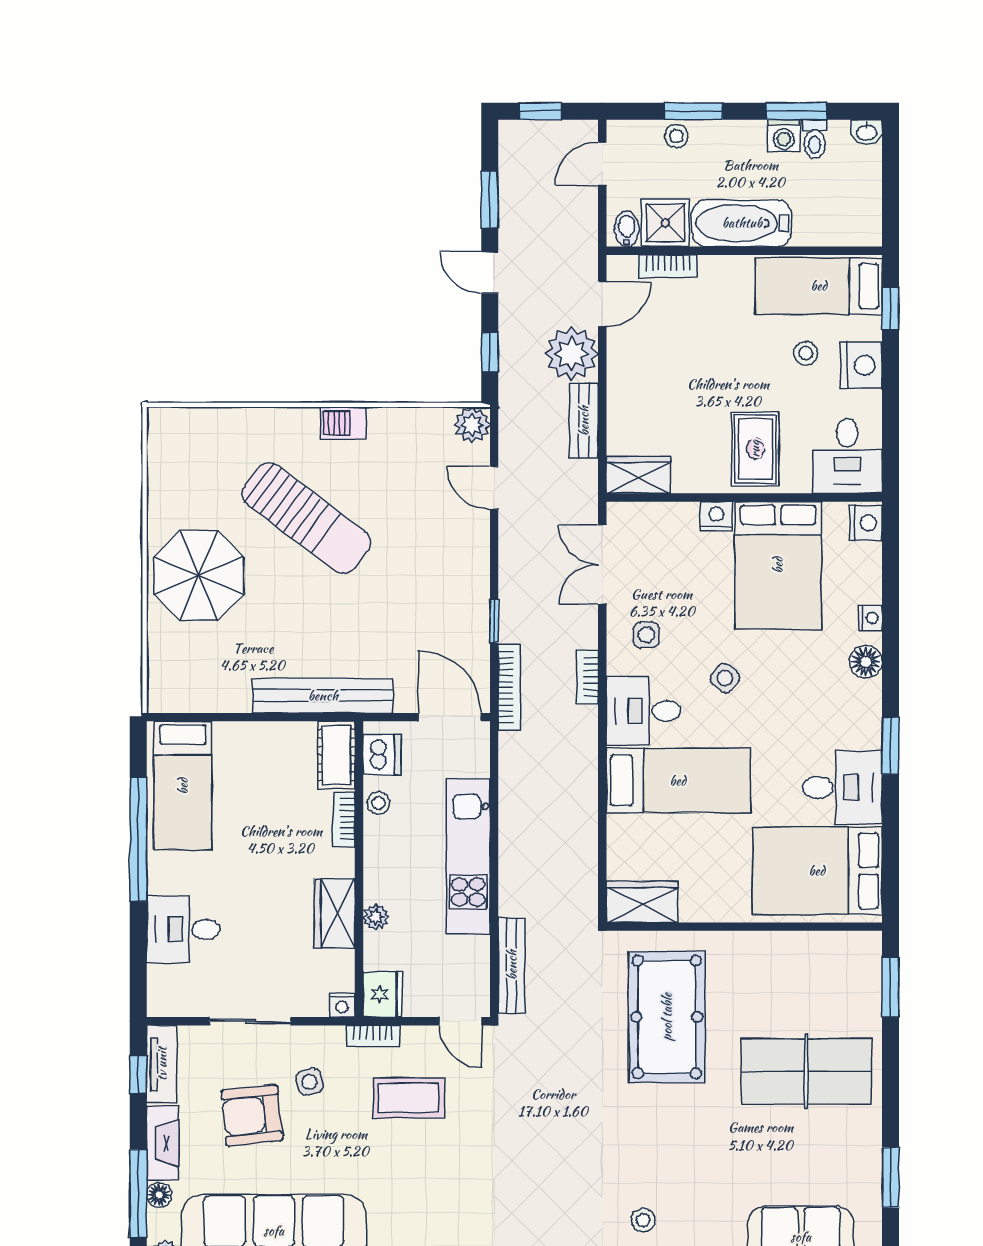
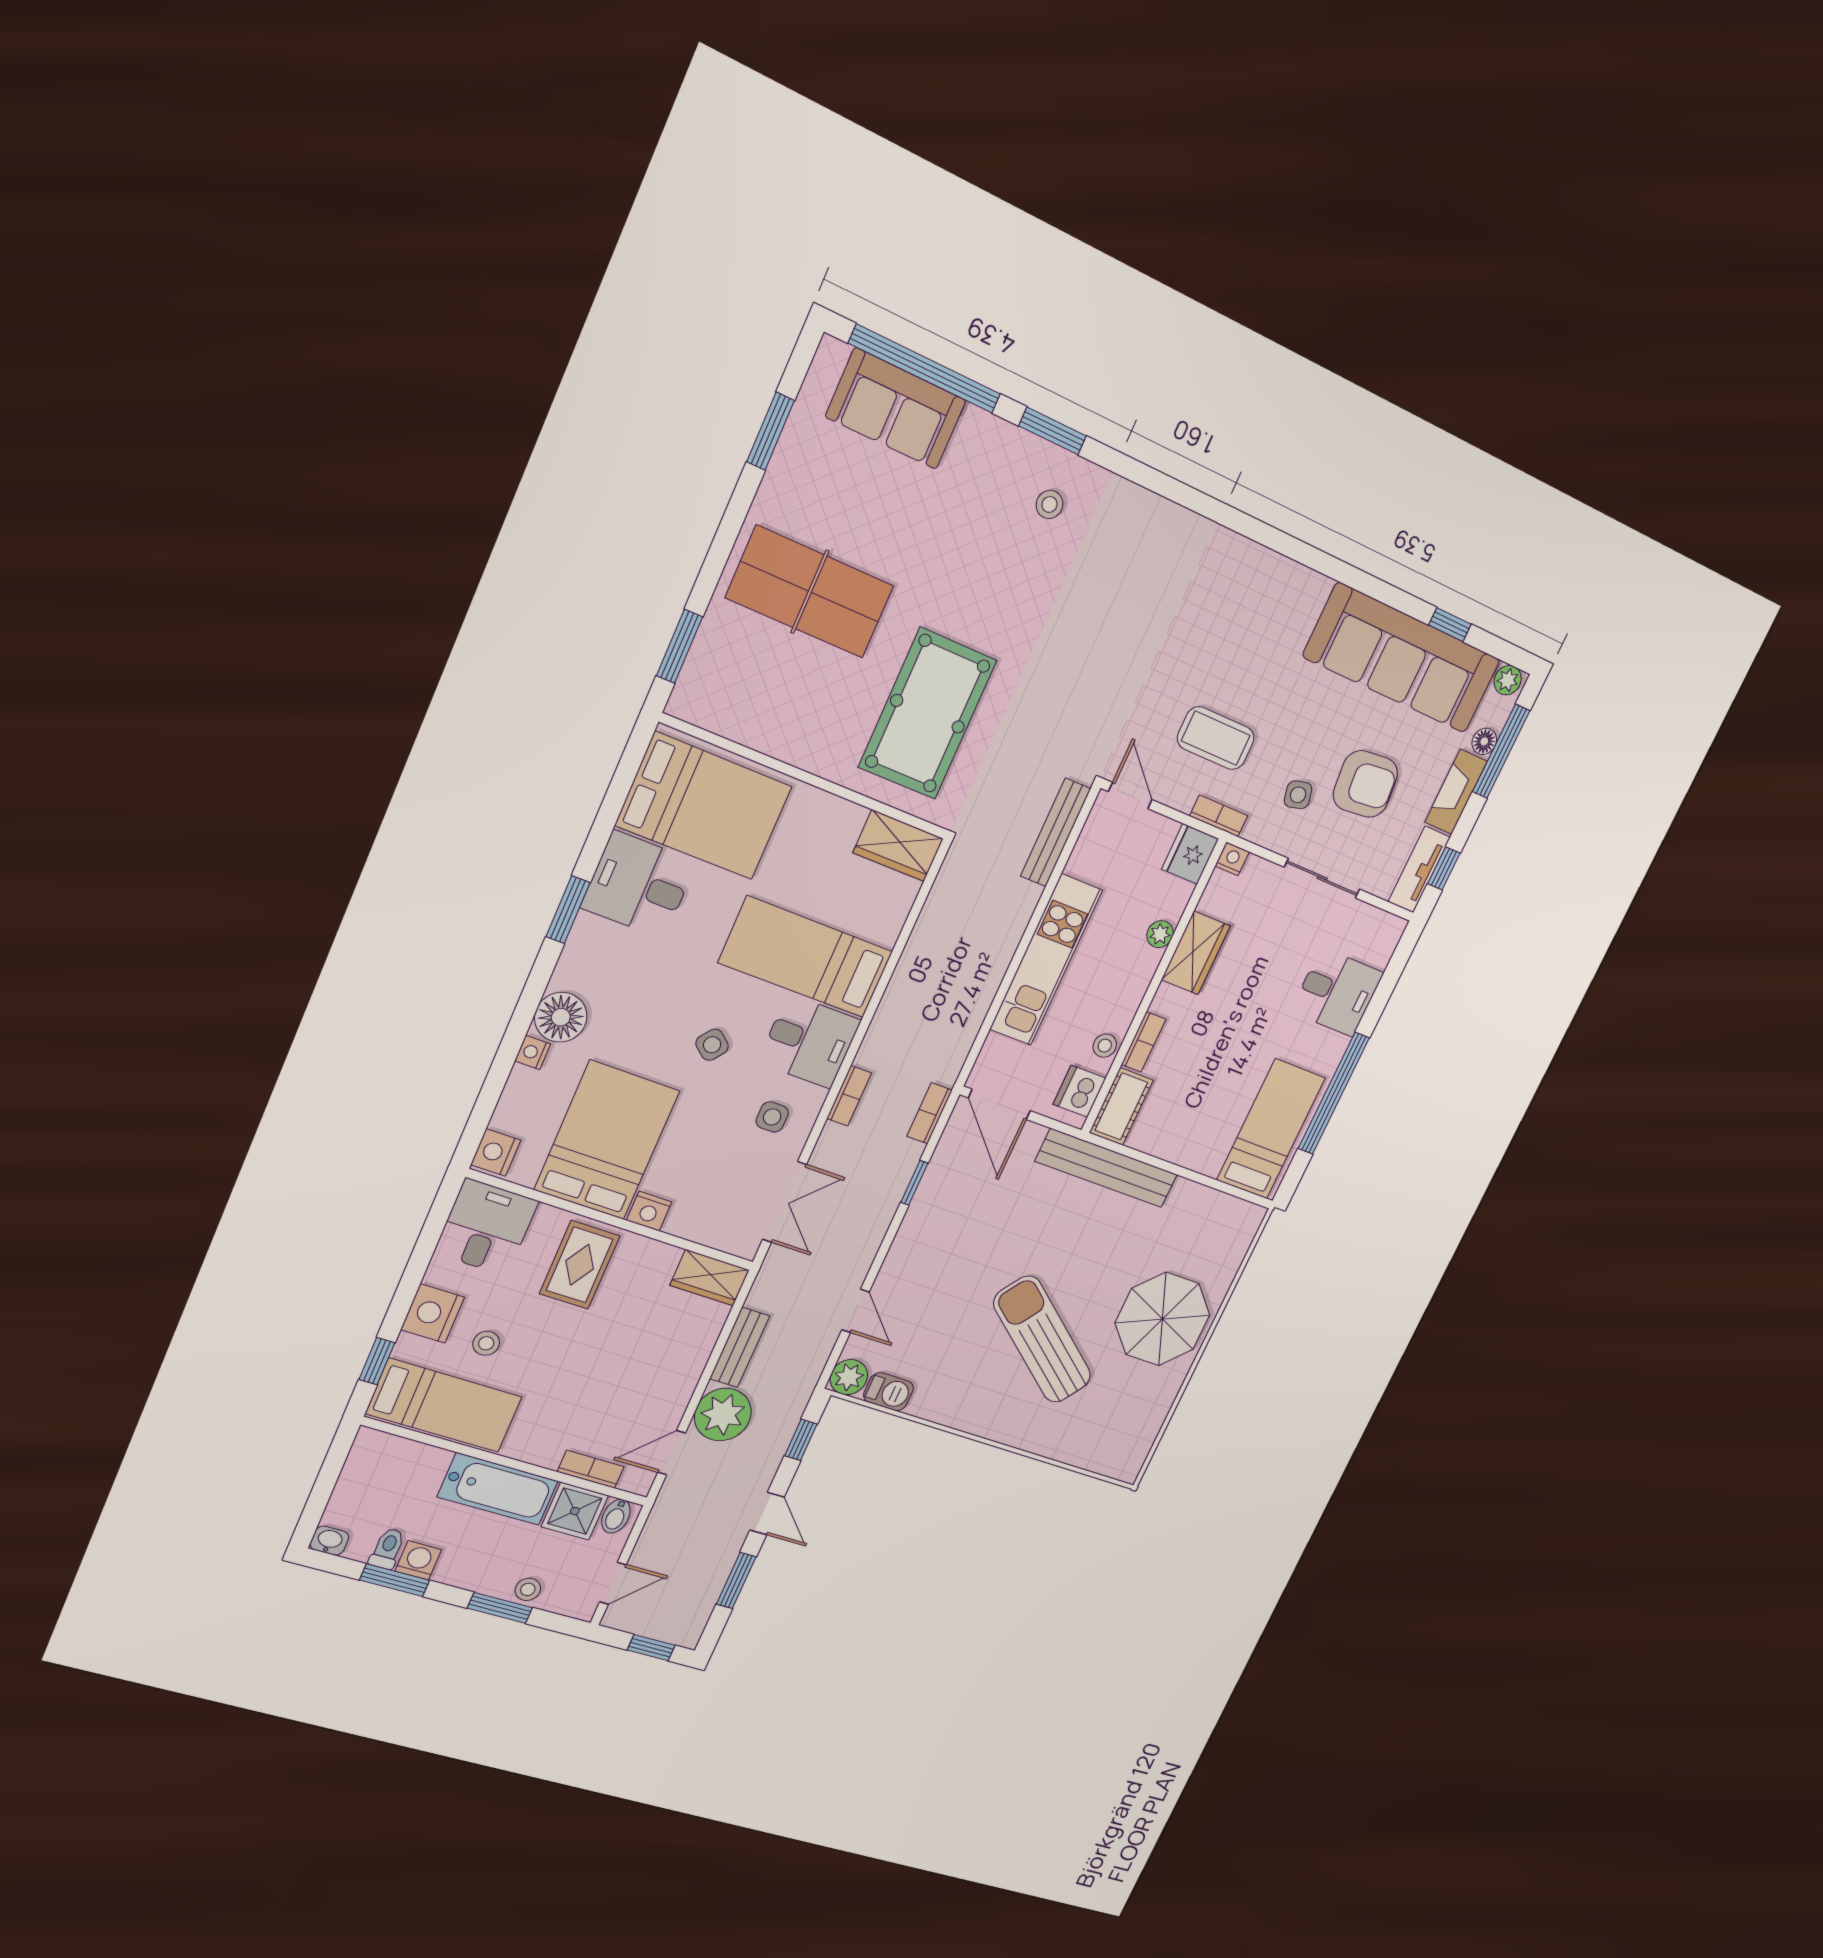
barbecue: (343, 423) -> (888, 1392), moved
floor lamp: (866, 662) -> (561, 1017), width x1.38, depth x1.38
bookcase: (509, 687) -> (930, 1113), width x0.64

